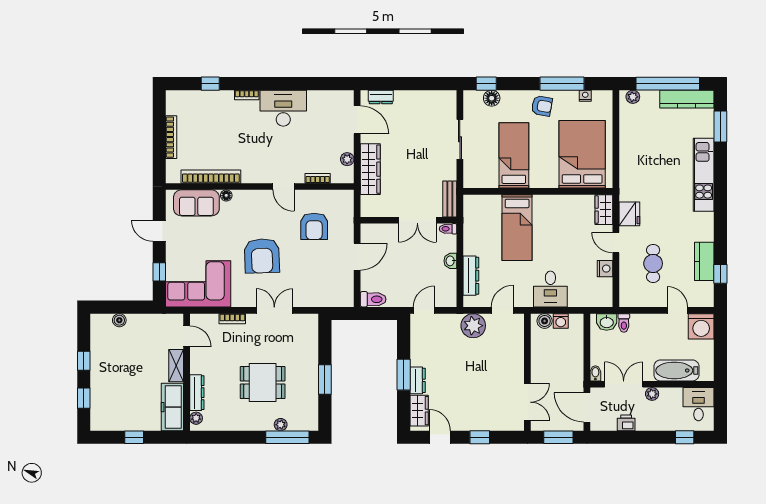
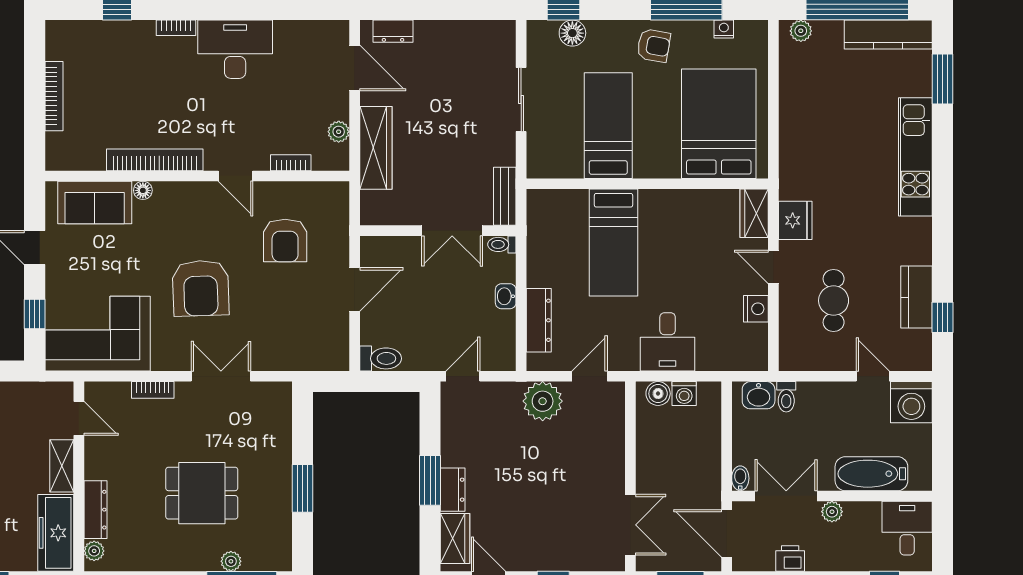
bookcase: (211, 177) -> (155, 160), moved

